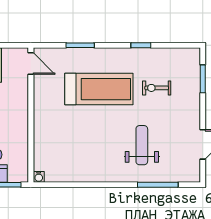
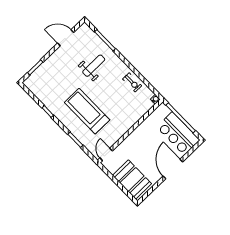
exercise bike: (157, 88) -> (132, 82), moved
weight bench: (142, 145) -> (94, 66), turned 180

